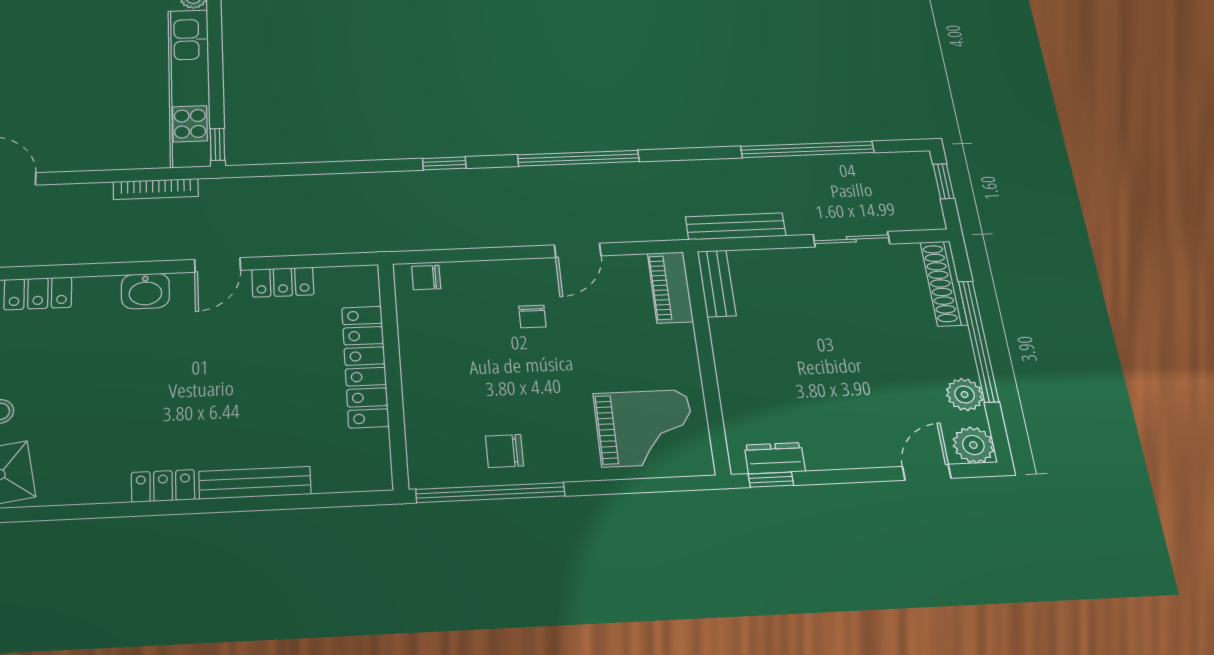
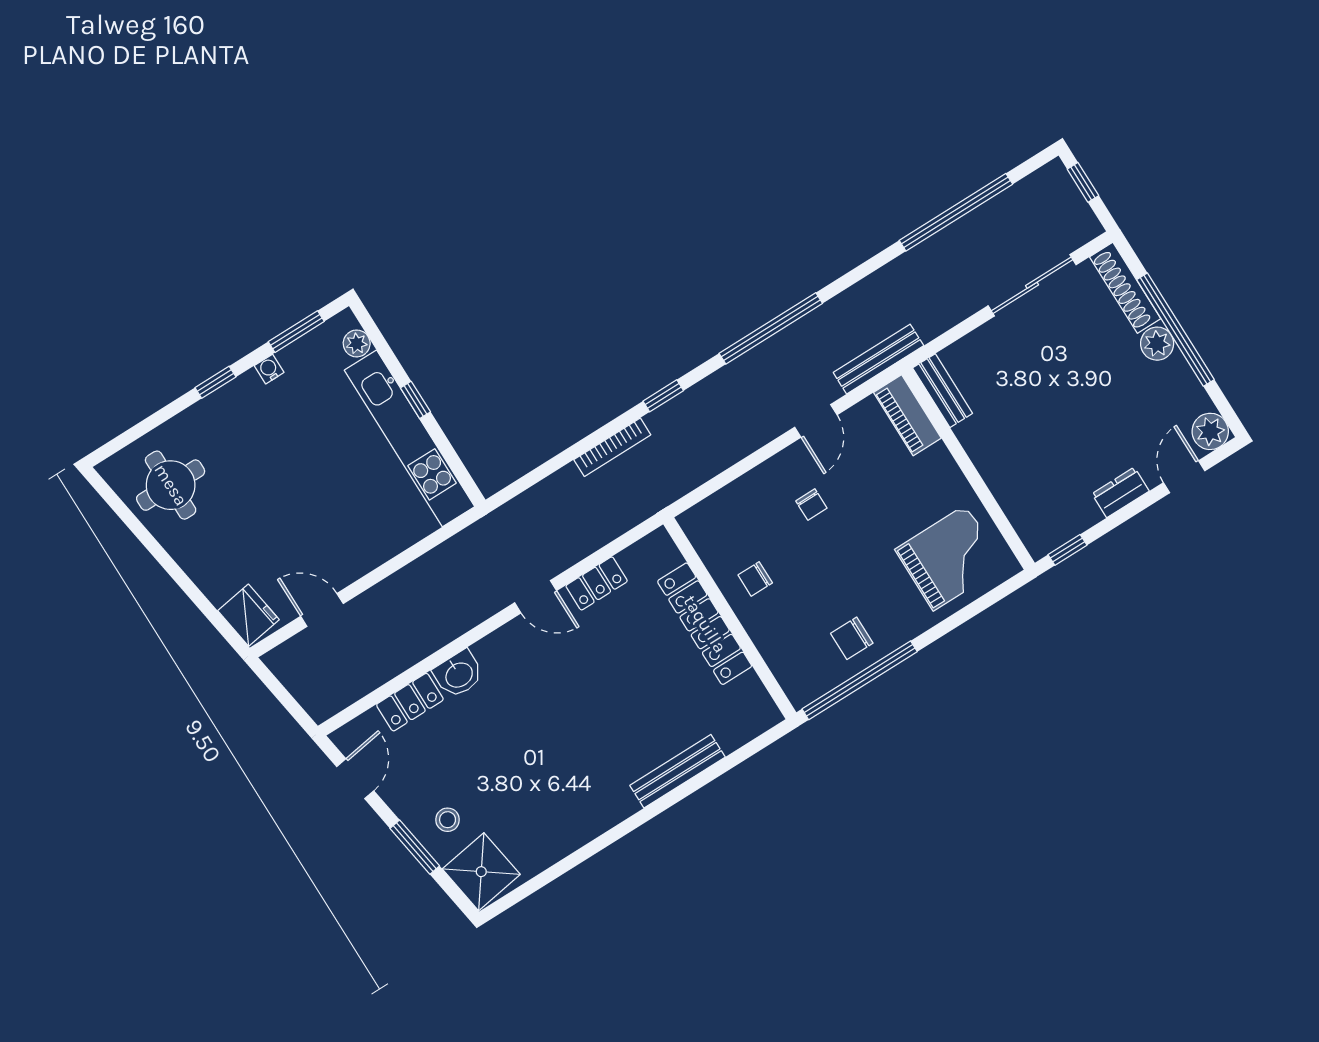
window: (218, 145) -> (415, 400), moved
bookcase: (156, 189) -> (612, 447), moved
bench: (736, 226) -> (878, 359), moved
sliding door: (851, 239) -> (1032, 285), width x1.37
door: (218, 265) -> (536, 597), hinge flipped
chair: (426, 278) -> (755, 579), moved
washbasin: (145, 291) -> (459, 674), moved
plant: (965, 395) -> (1157, 344), moved
dresser: (775, 458) -> (1120, 492), moved
locker: (163, 486) -> (610, 812), removed

